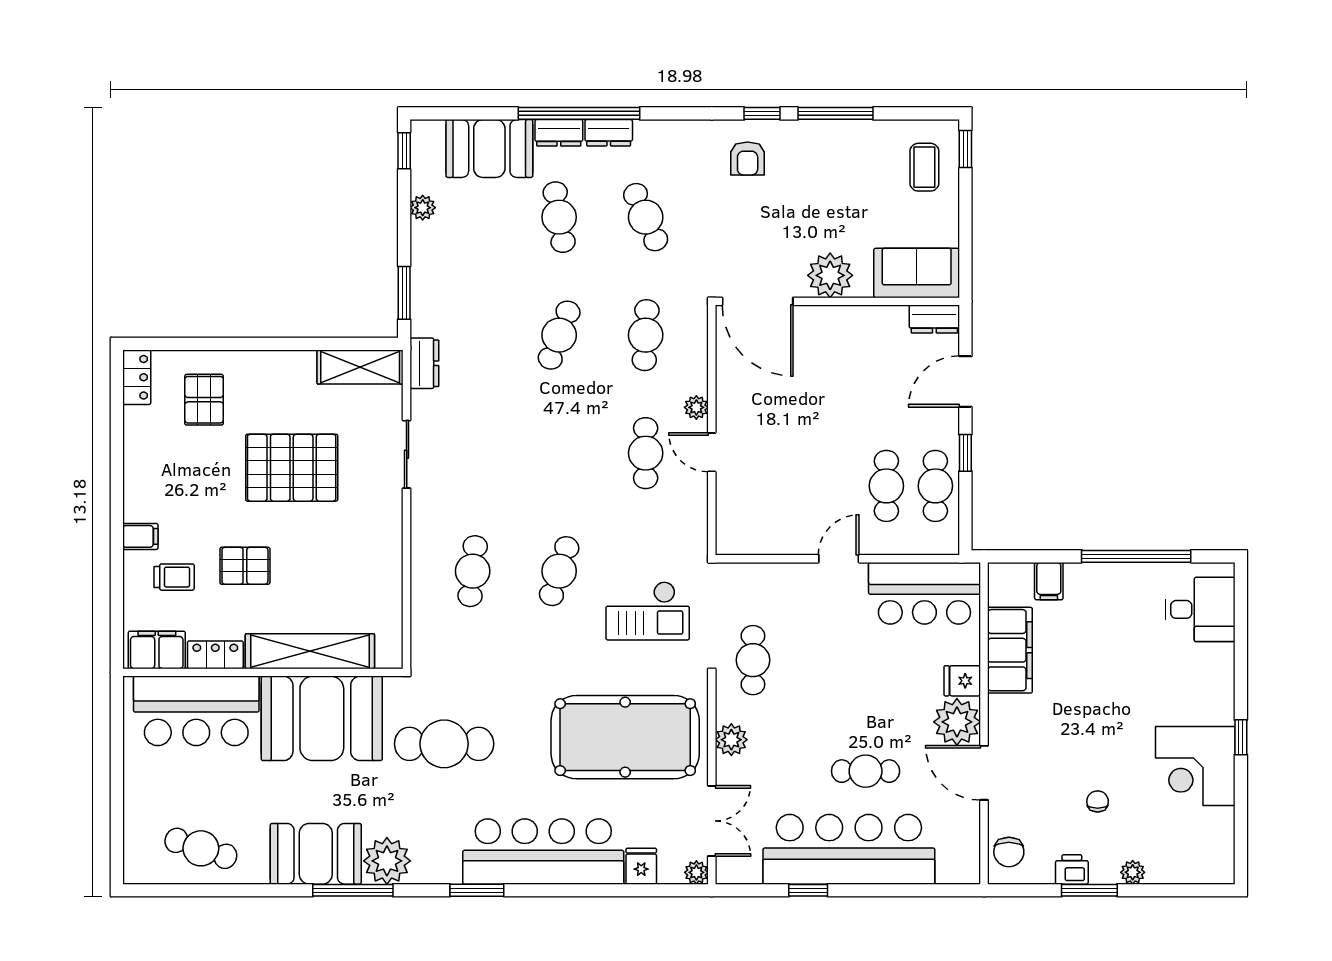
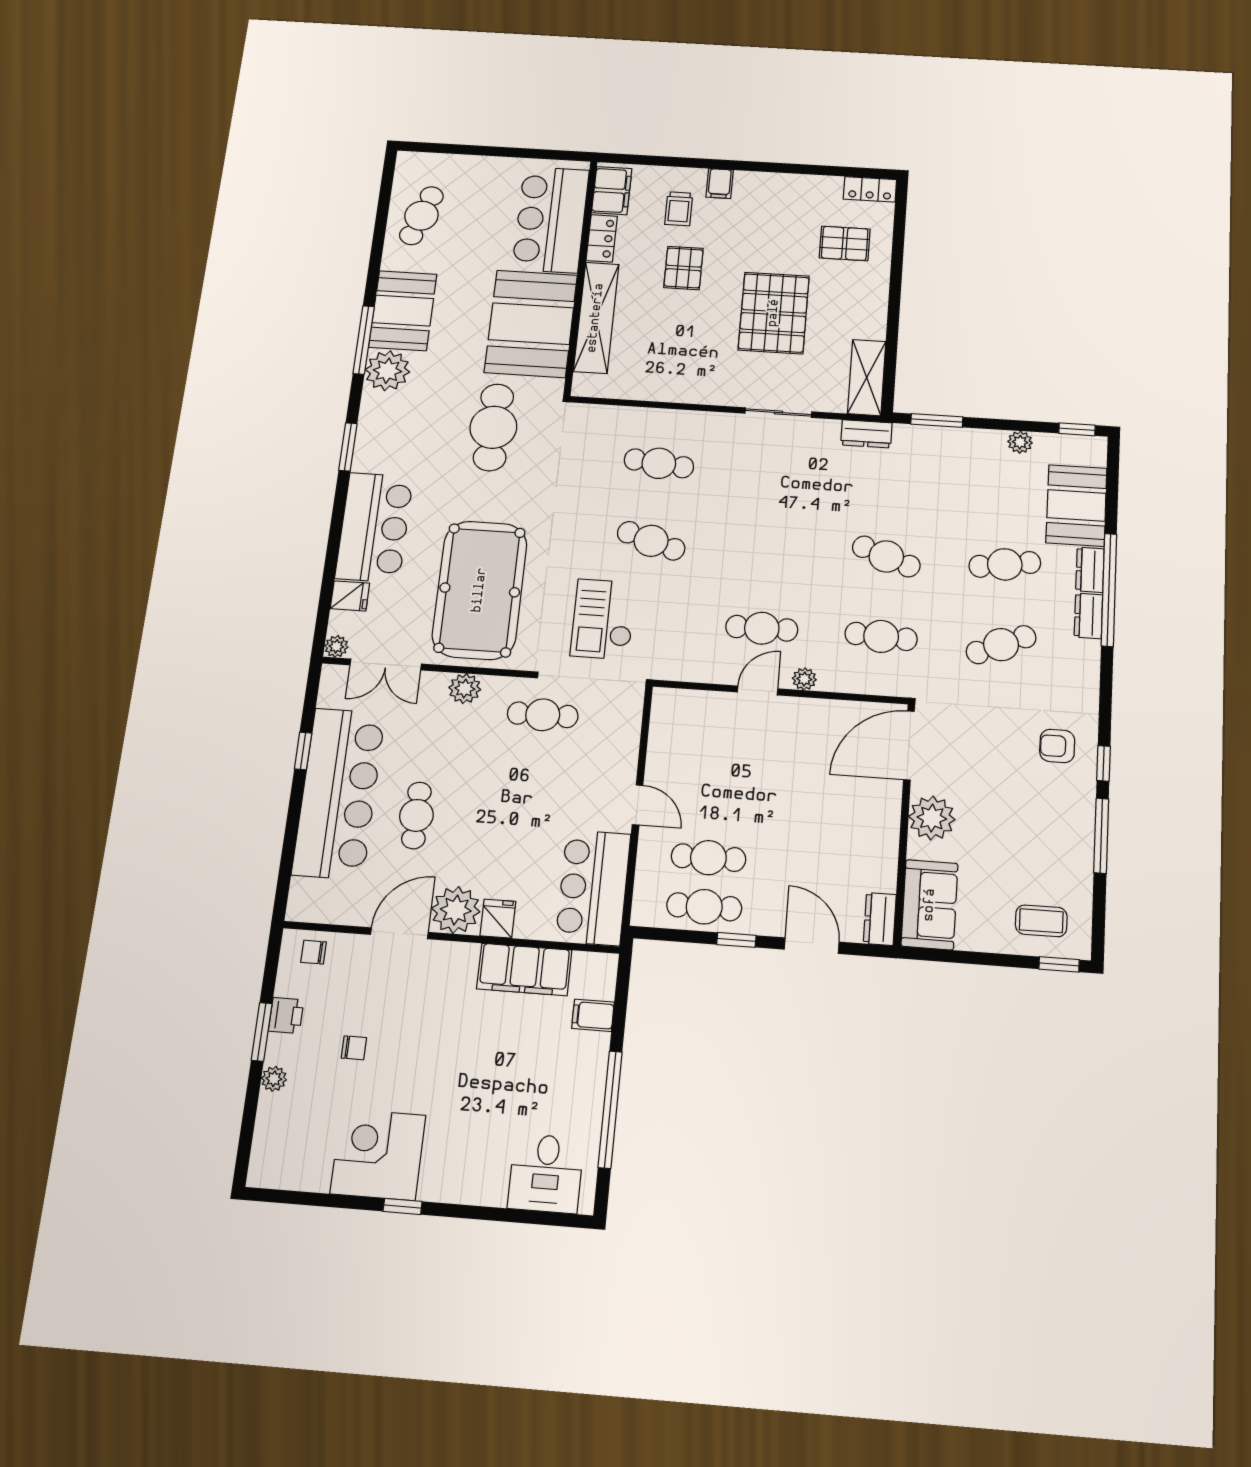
bar counter: (543, 852) -> (374, 527), width x0.73
chair: (1009, 852) -> (314, 952), width x0.73, depth x0.73

